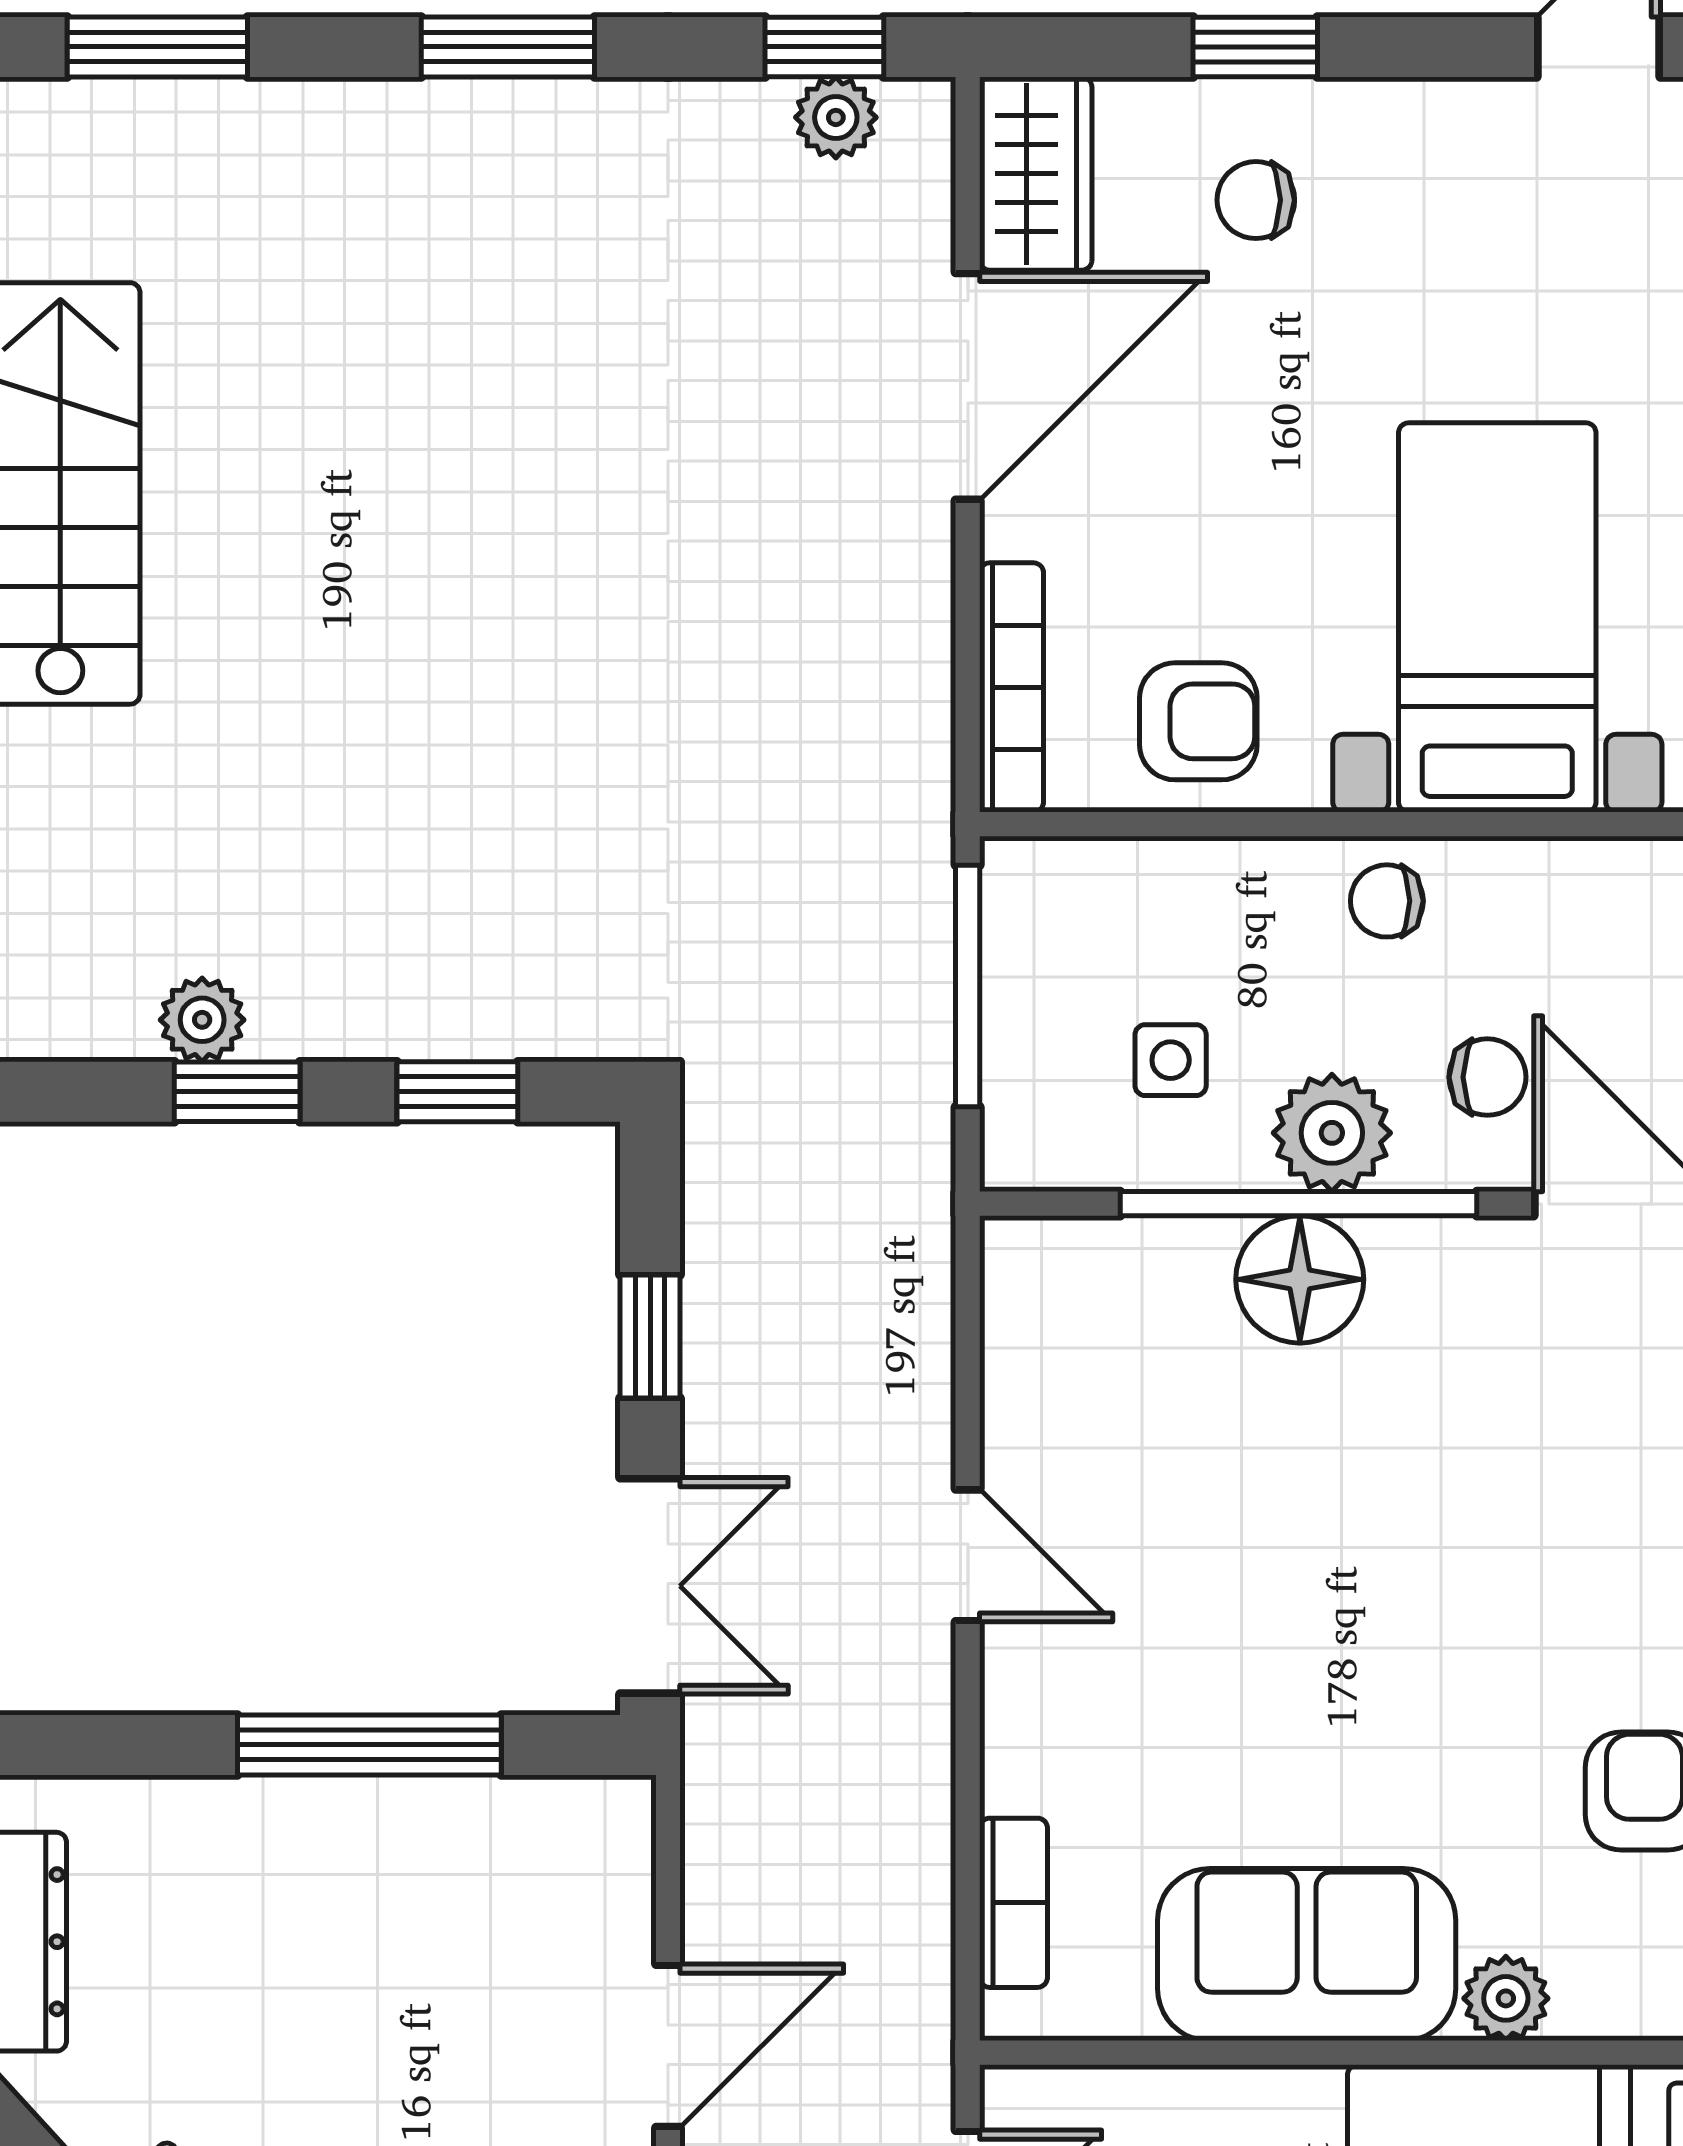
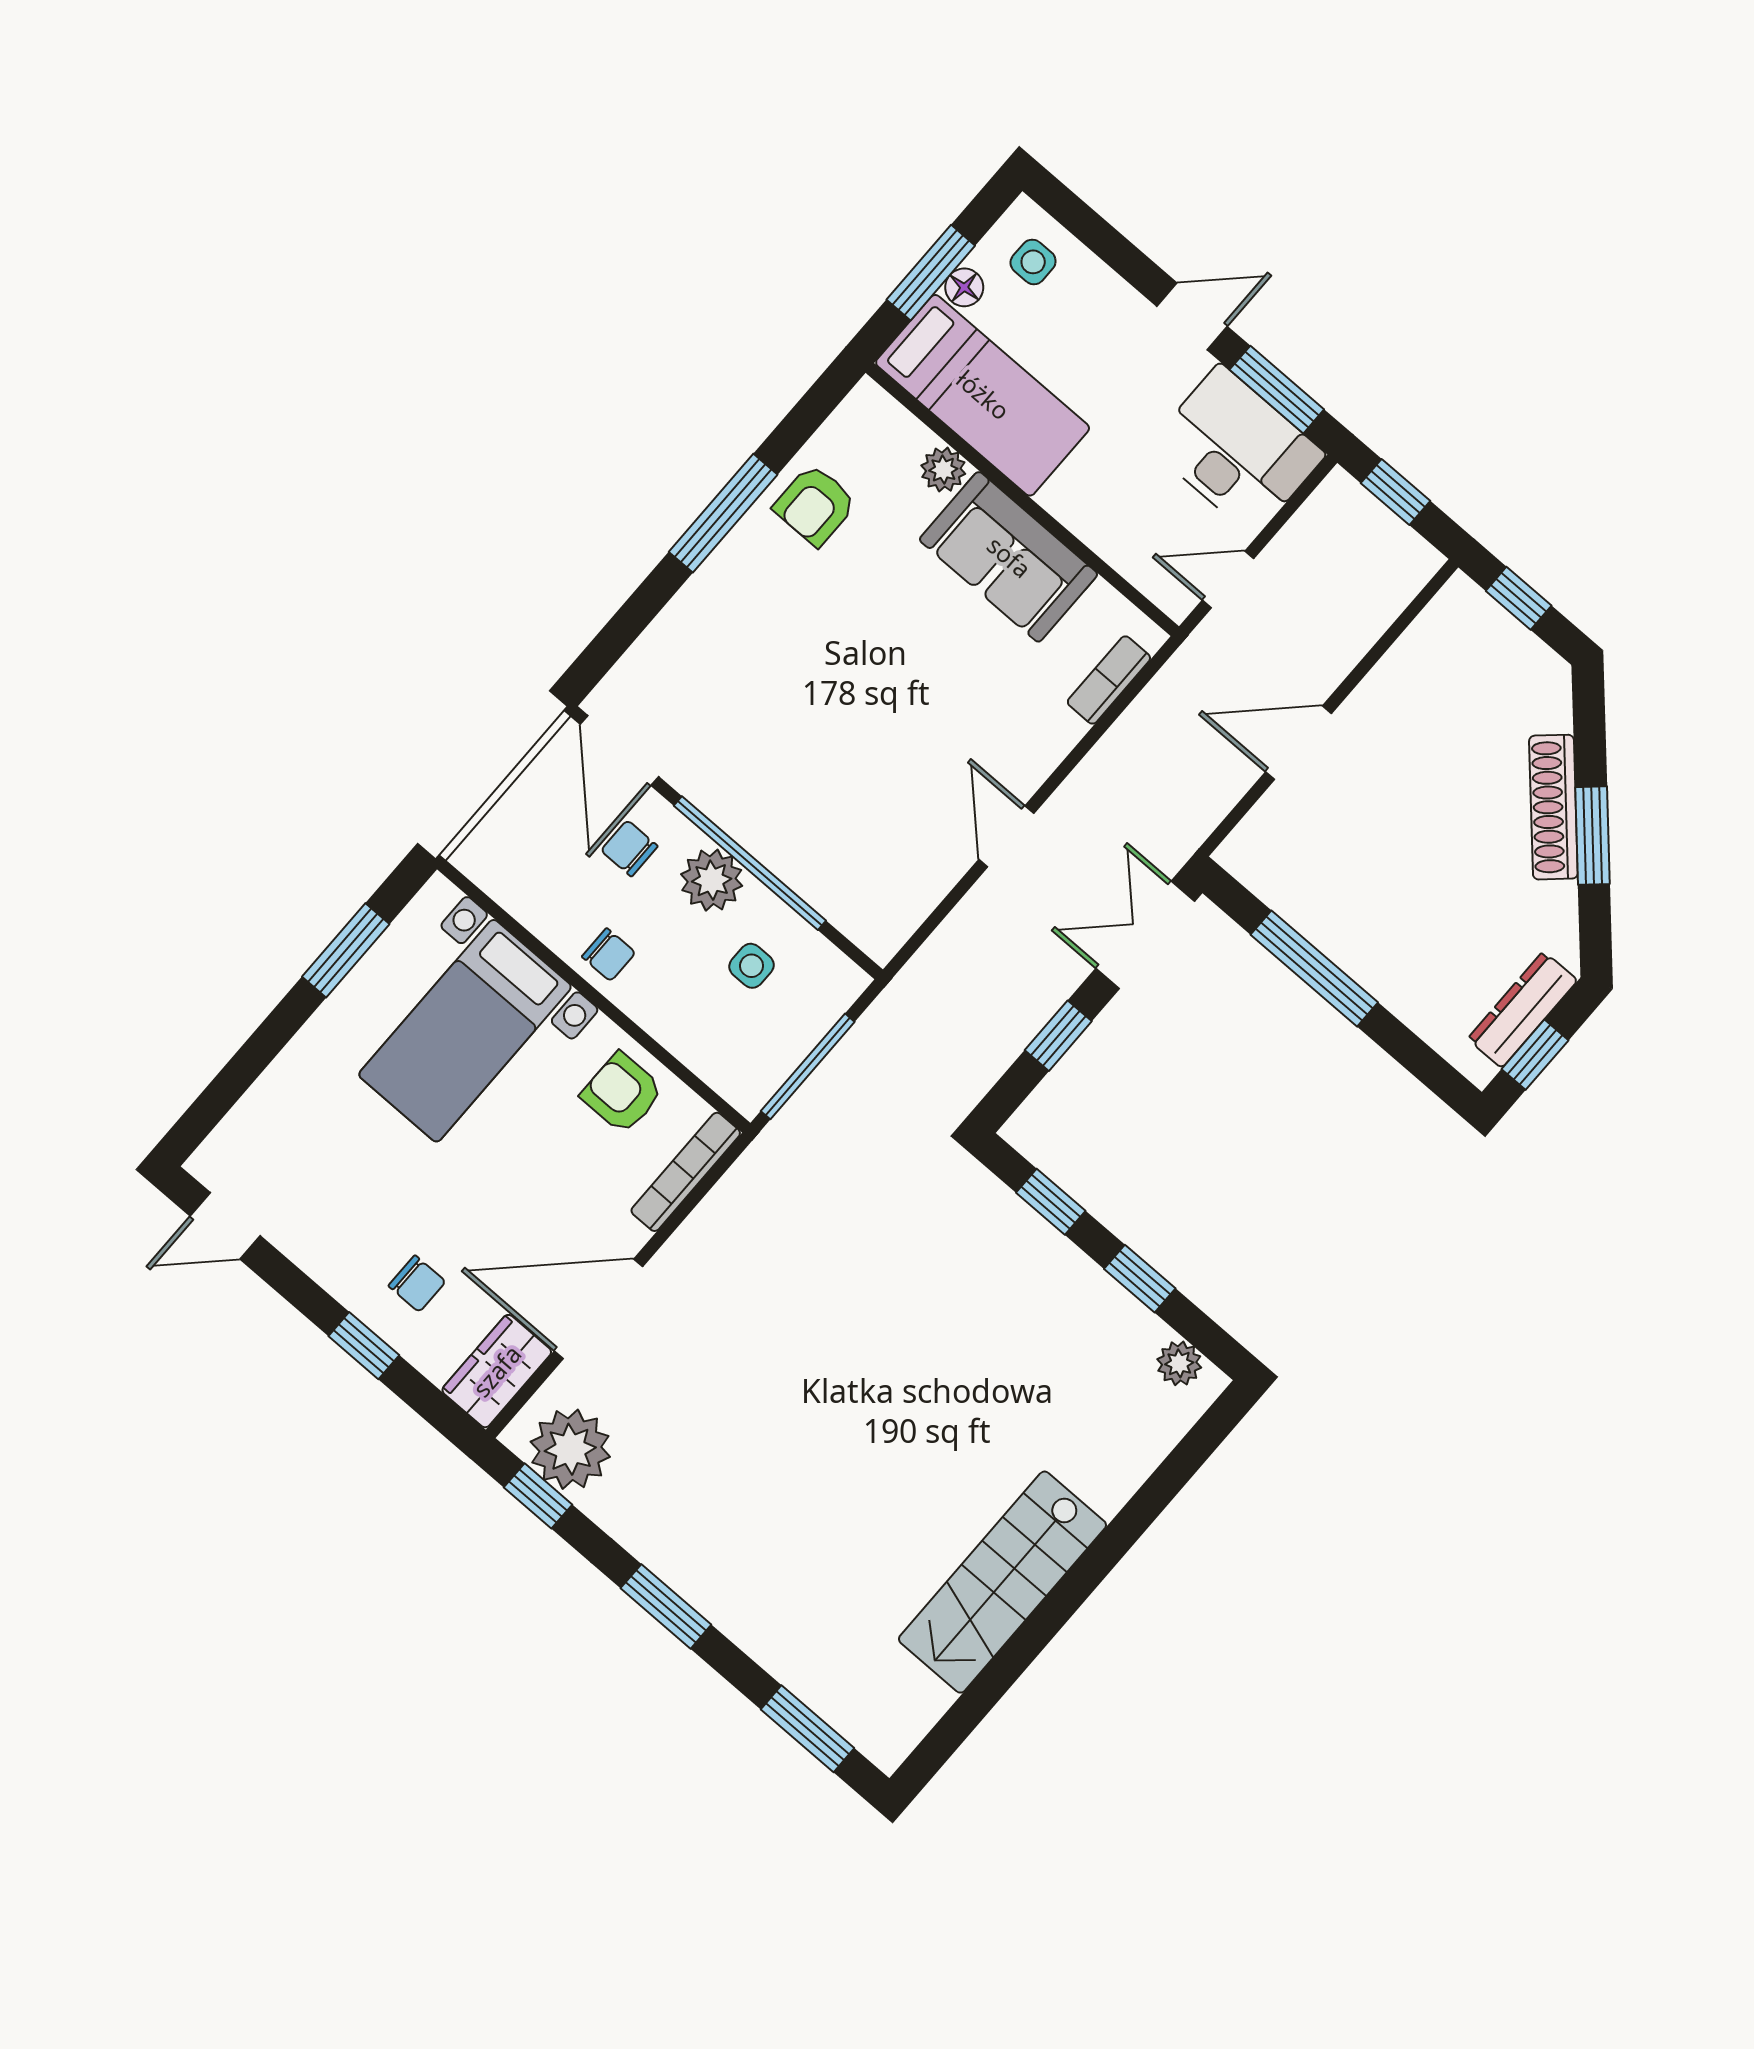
plant: (836, 117) -> (570, 1449), width x1.87, depth x1.87
plant: (202, 1020) -> (1179, 1363), moved
floor lamp: (1300, 1279) -> (776, 832), removed

